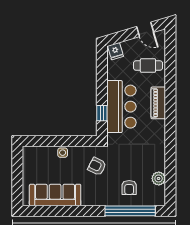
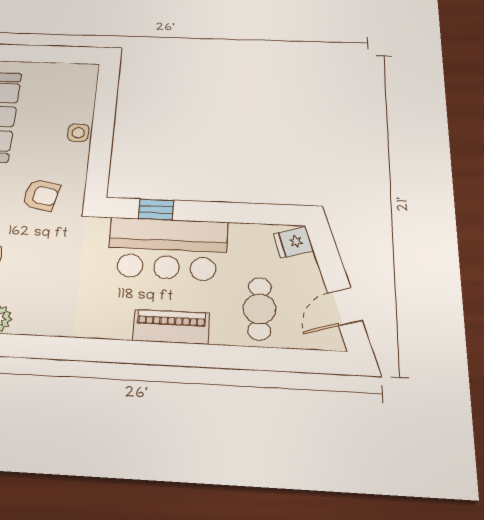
armchair: (97, 166) -> (41, 195), turned 75

